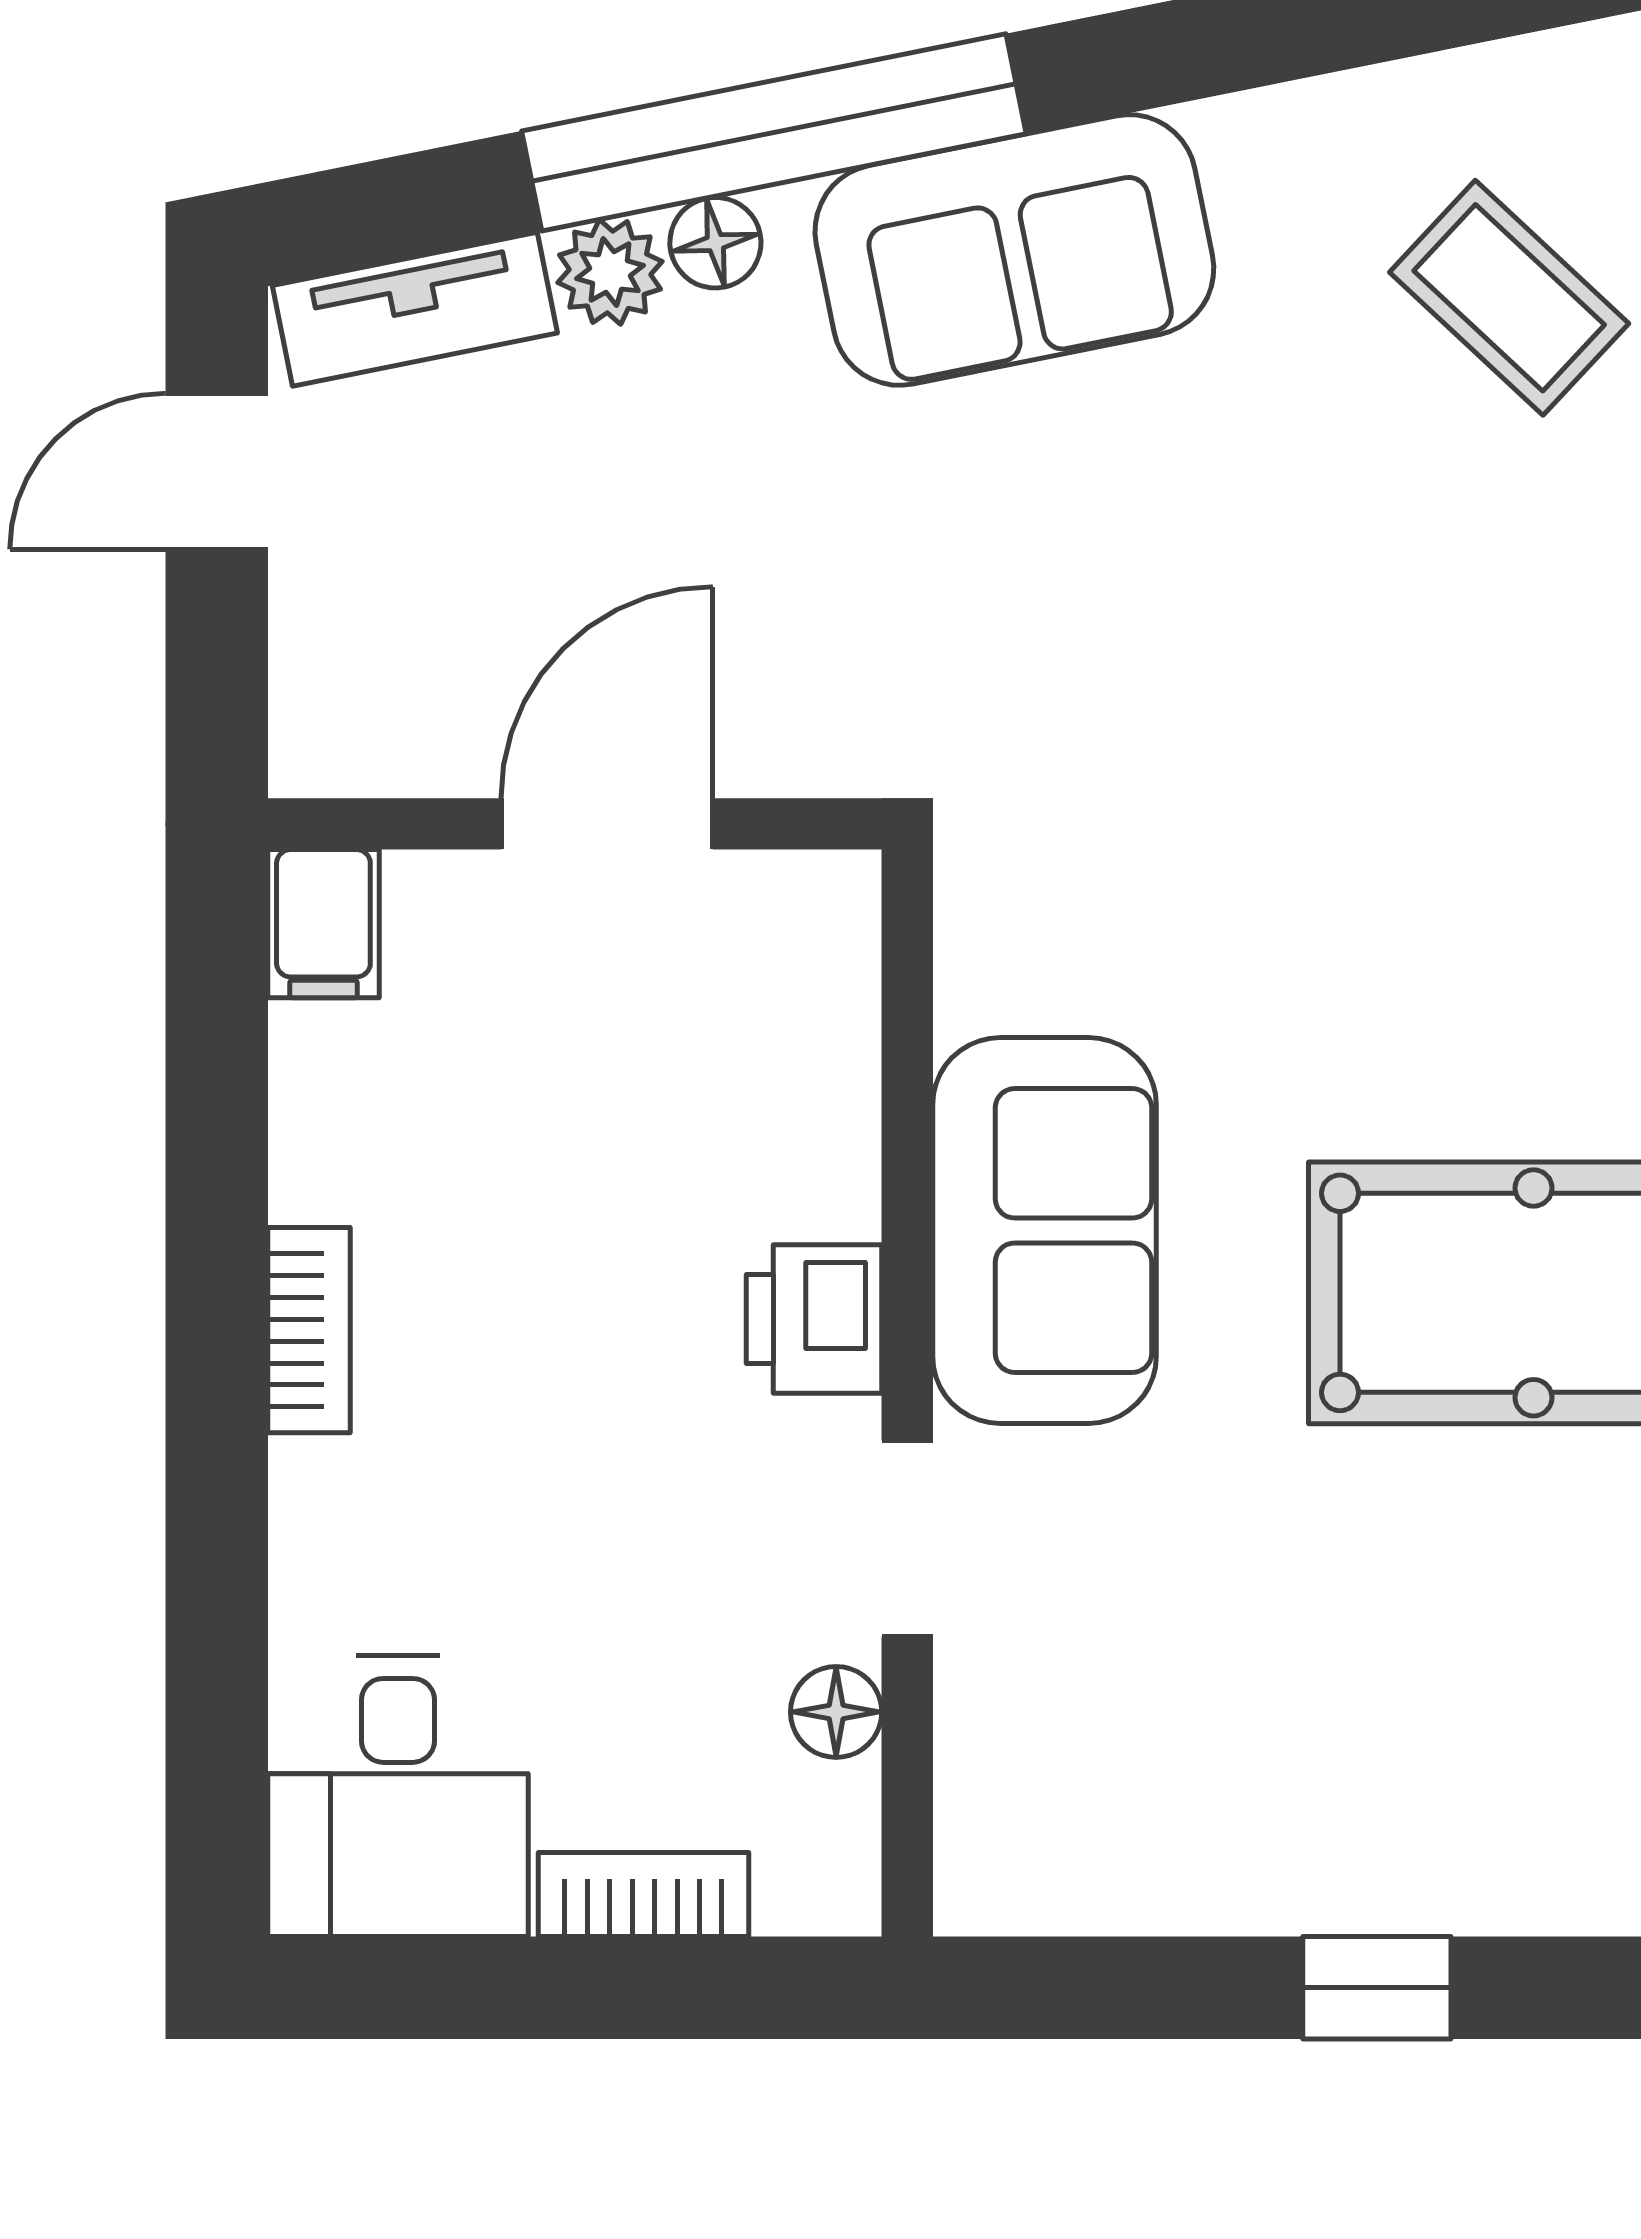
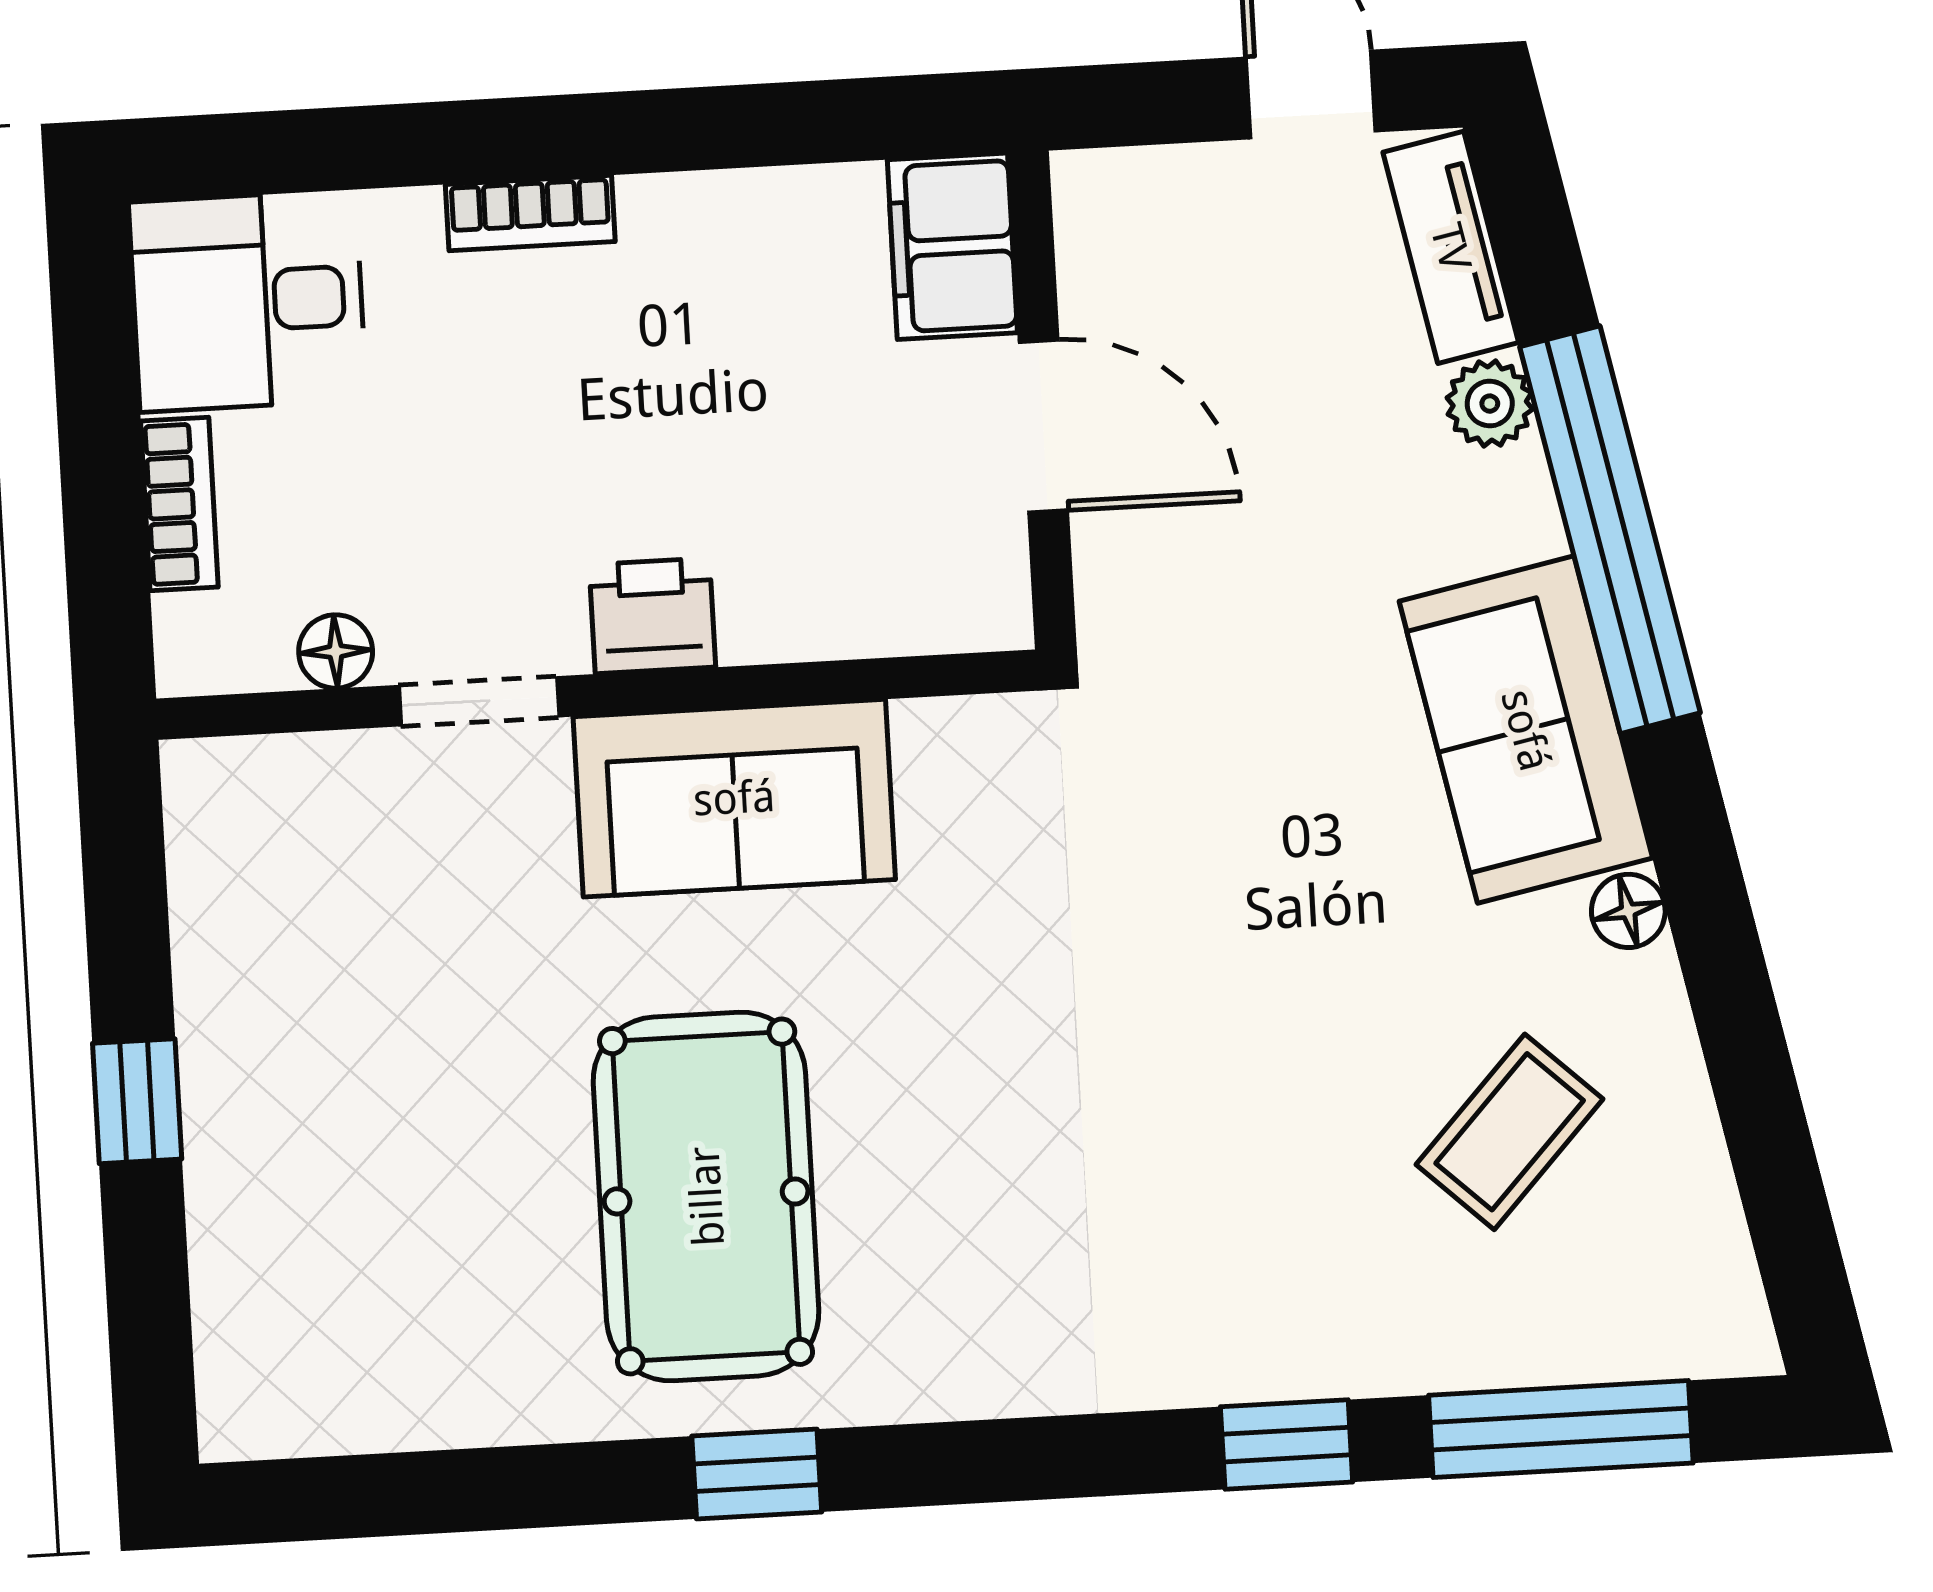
floor lamp: (715, 243) -> (1628, 911), moved
filing cabinet: (323, 924) -> (952, 246), width x2.00
bookcase: (309, 1330) -> (530, 213), moved

